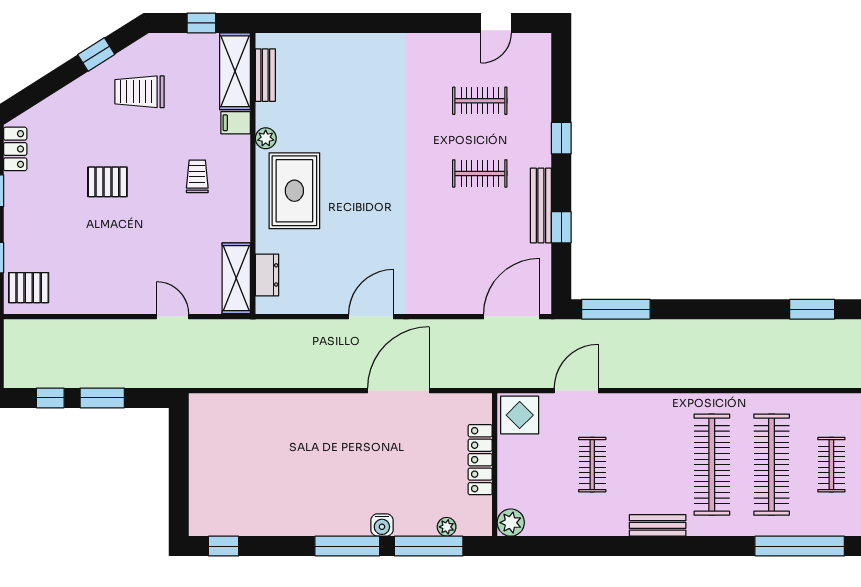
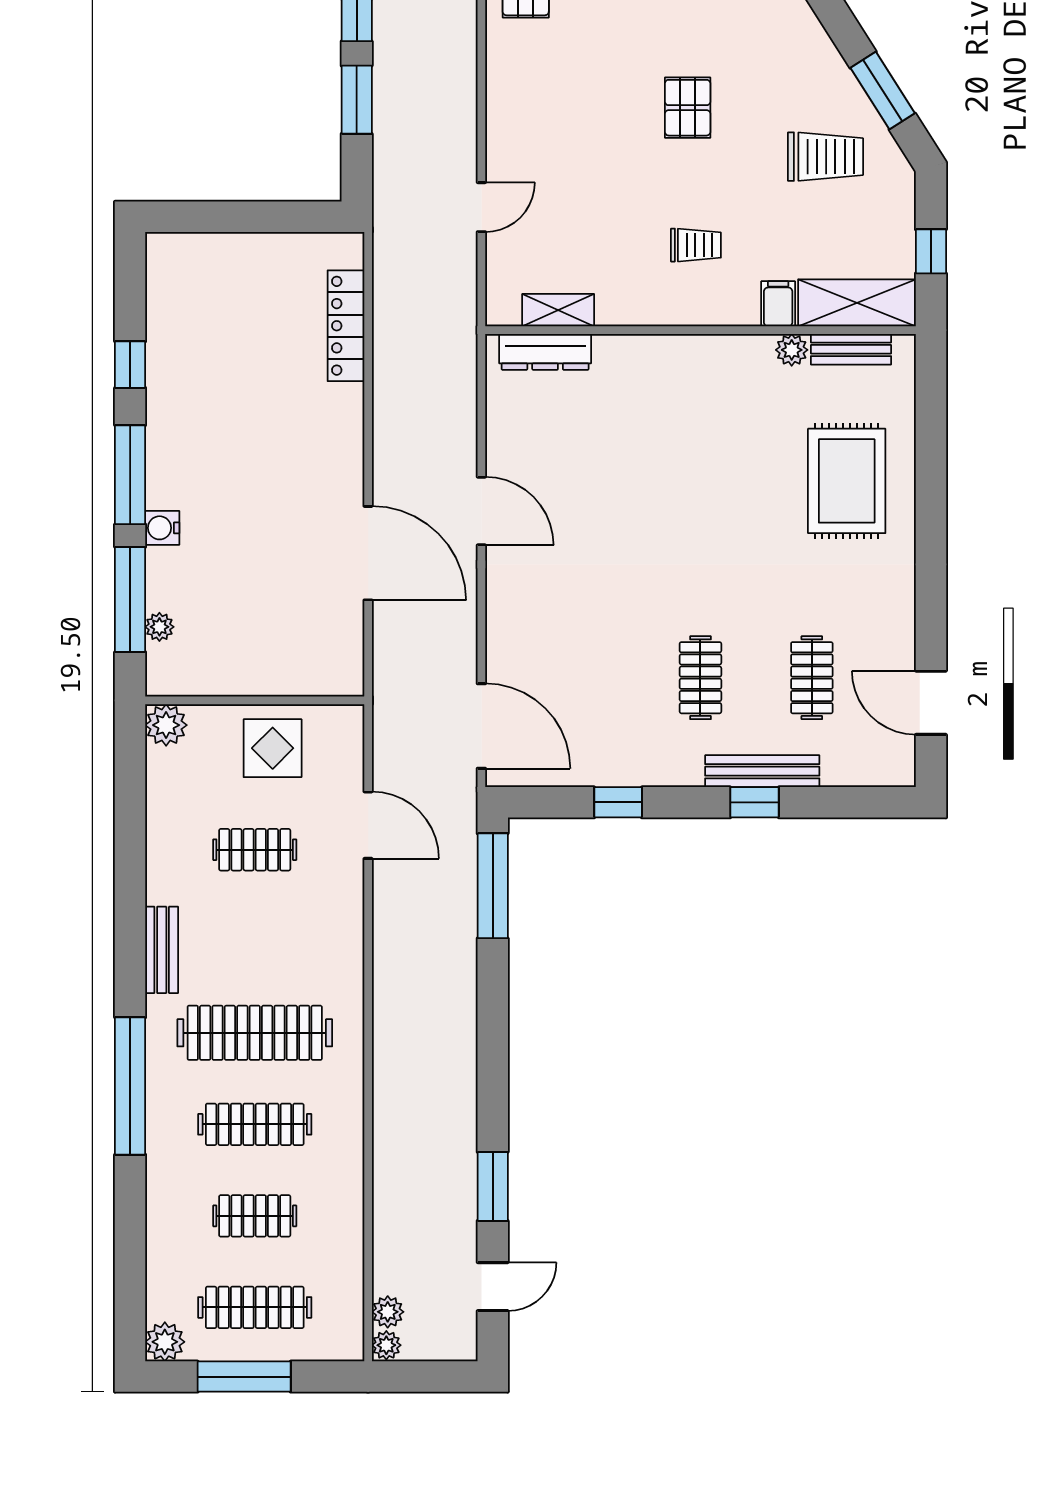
door: (496, 23) -> (931, 703), width x1.38
window: (96, 54) -> (883, 91), width x1.50
trolley: (139, 92) -> (826, 157), turned 90
plant: (266, 138) -> (792, 350), moved
rug: (294, 191) -> (847, 481), moved, turned 90
bench: (541, 205) -> (762, 771), moved
dresser: (267, 275) -> (545, 352), width x1.44
shelving: (236, 278) -> (558, 310), width x0.67, depth x0.75
display table: (520, 415) -> (273, 748), moved
locker: (480, 460) -> (346, 326), moved, turned -90
clothes rail: (772, 465) -> (255, 1124), width x0.73, depth x0.76
window: (224, 546) -> (130, 365), moved
window: (800, 546) -> (130, 1086), moved

